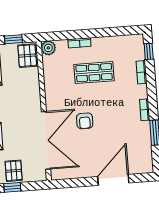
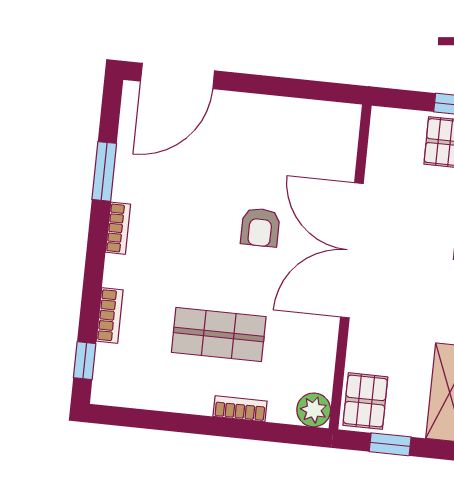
armchair: (85, 121) -> (260, 227), turned 180
double door: (46, 140) -> (352, 250), moved
door: (113, 180) -> (178, 76), moved

